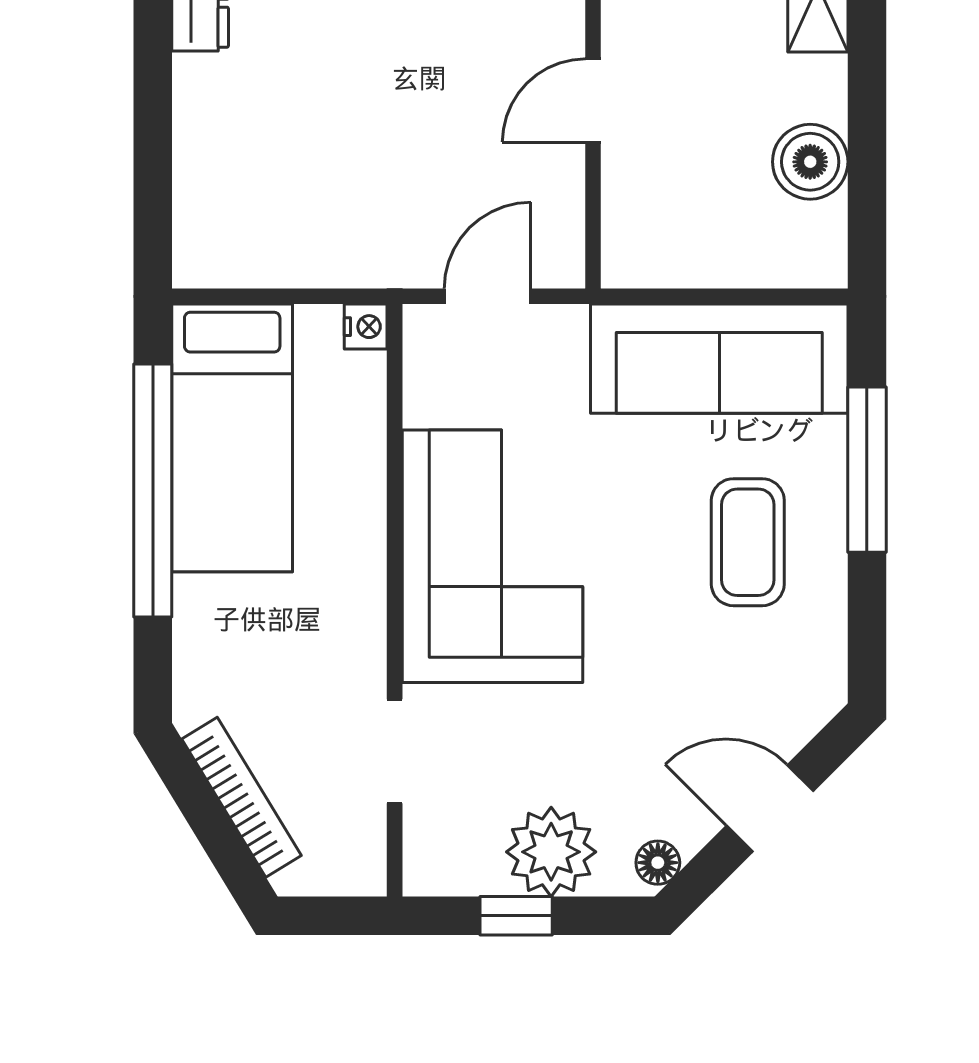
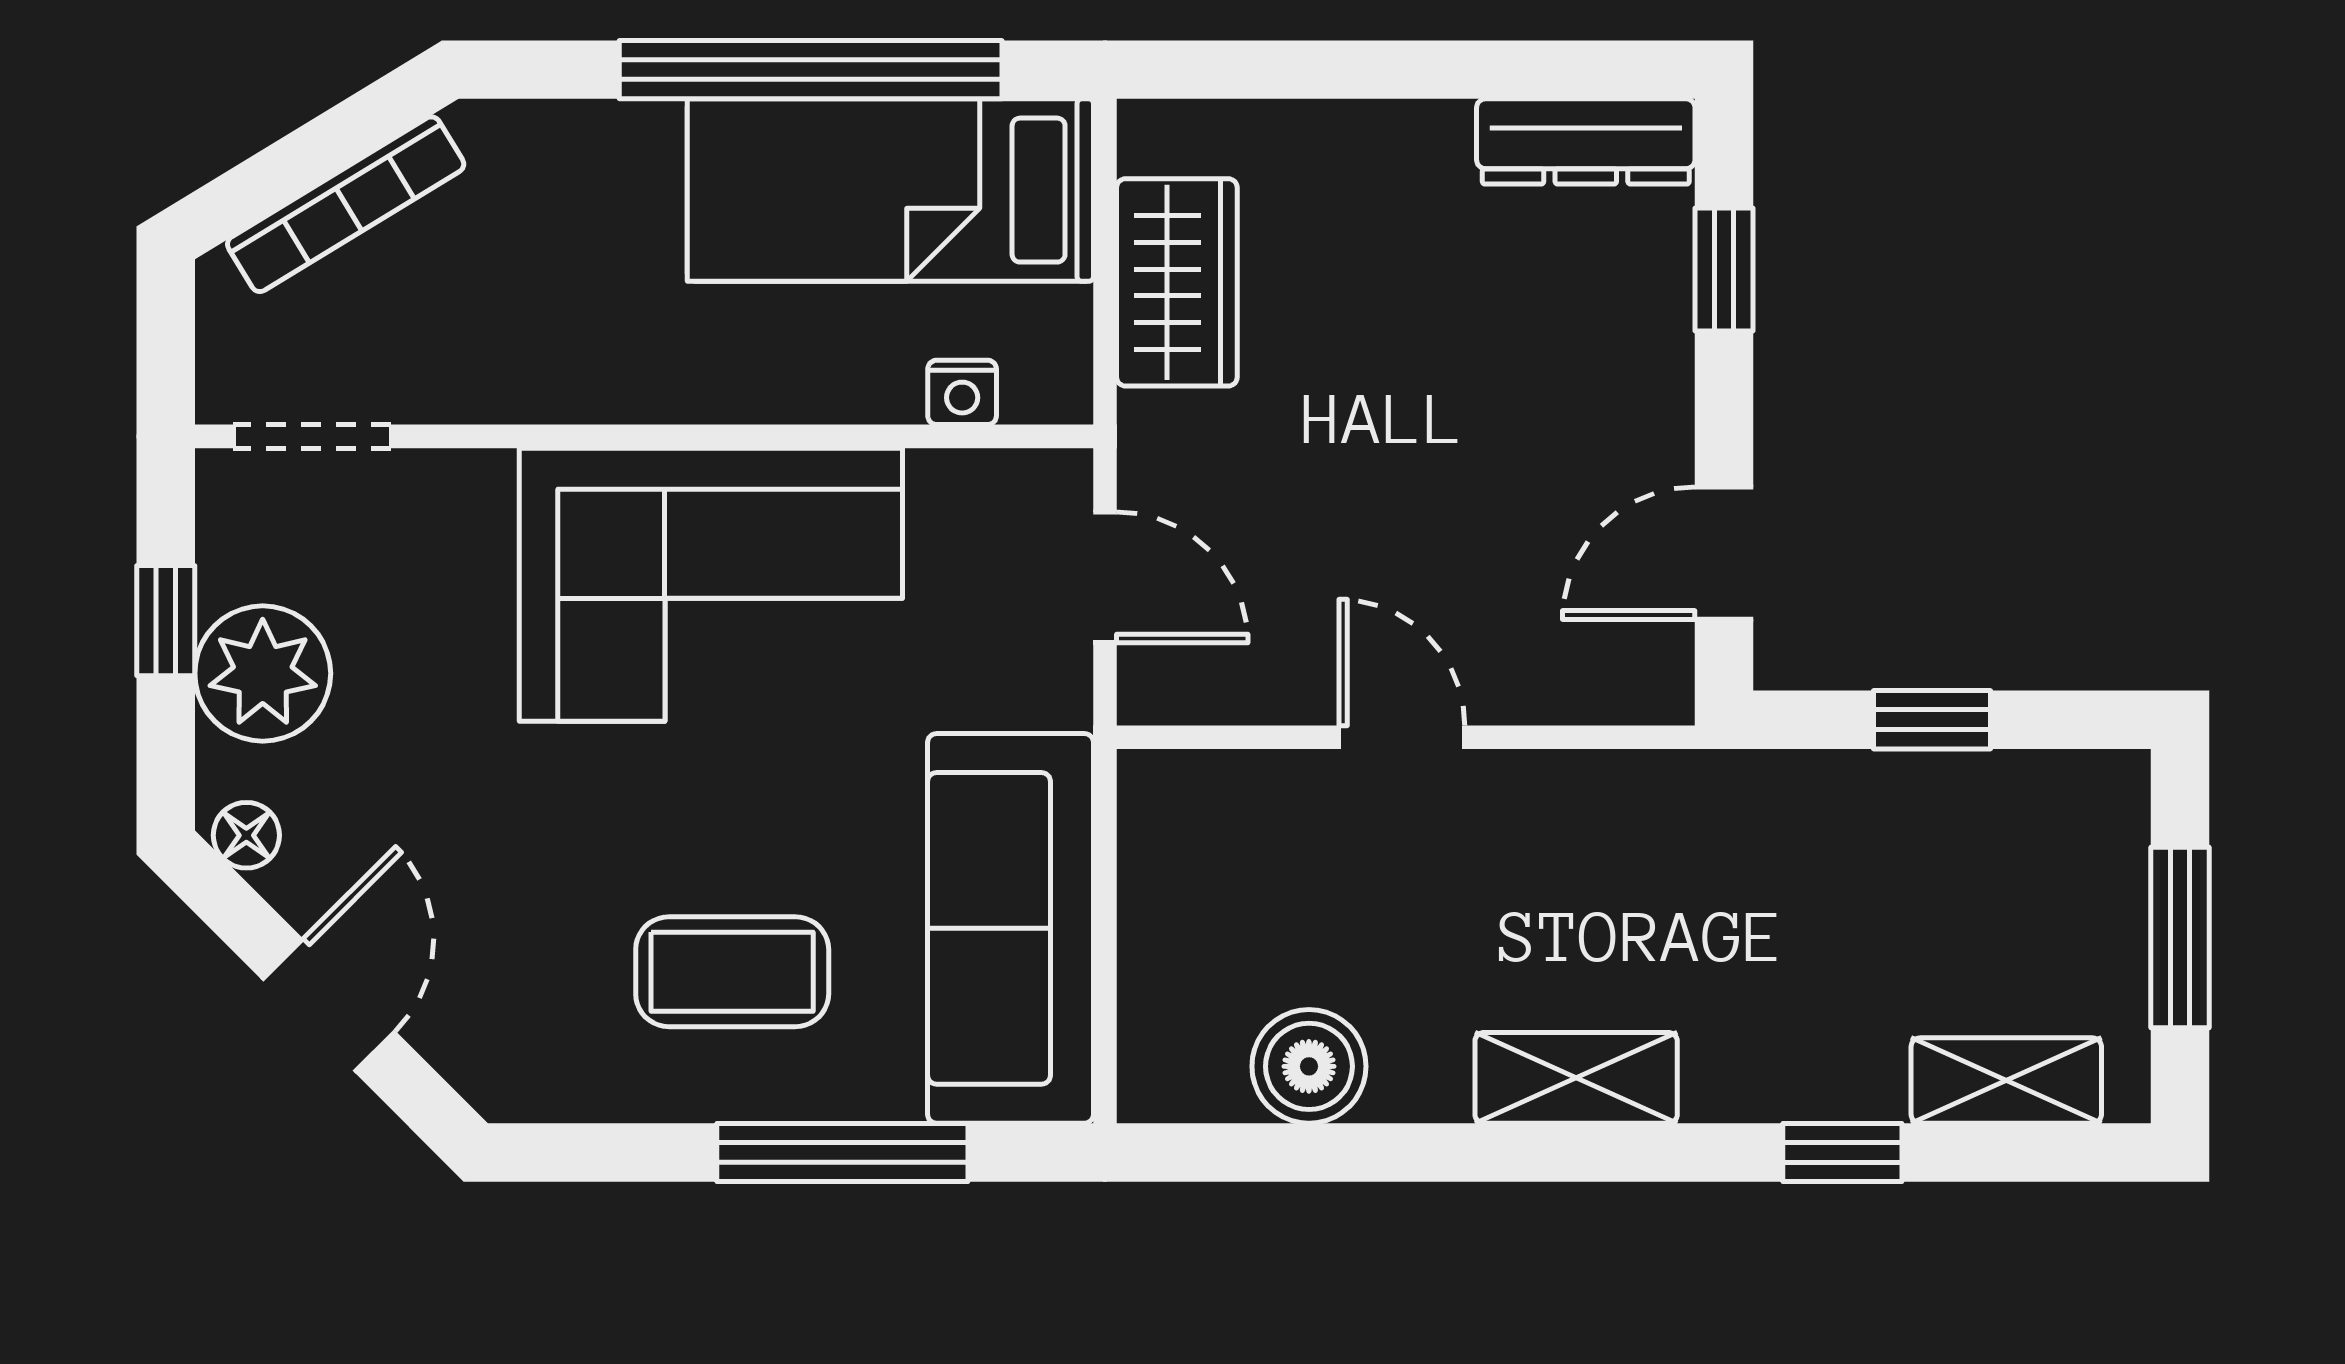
wardrobe: (293, 249) -> (1177, 282), added
nightstand: (366, 327) -> (962, 392), moved
doorway: (395, 751) -> (312, 436), moved

